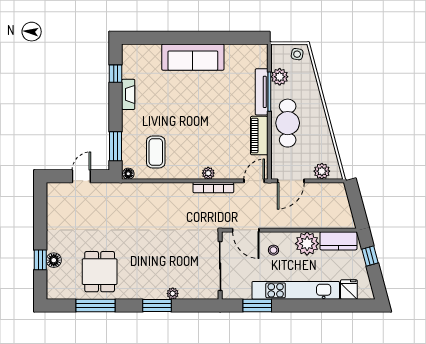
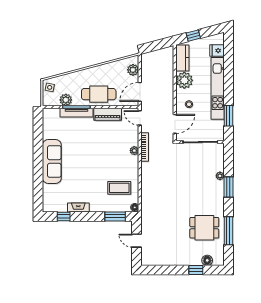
door: (291, 181) -> (140, 92), swing flipped
floor lamp: (54, 260) -> (207, 260), moved

